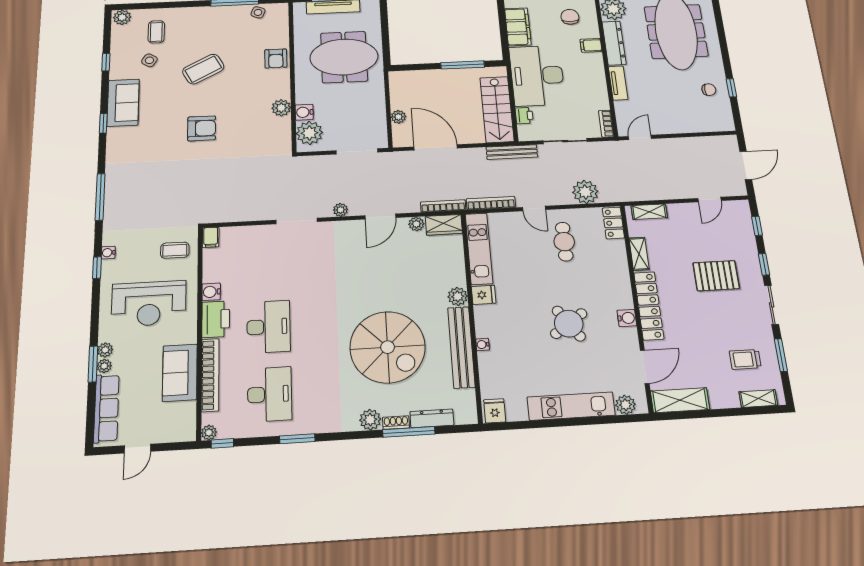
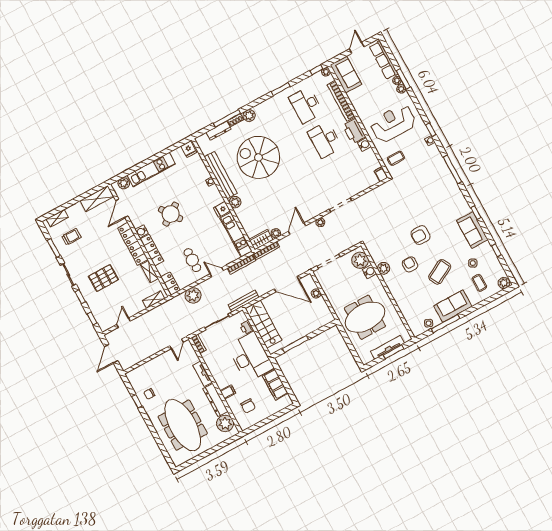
sofa: (211, 19) -> (453, 306), added
armchair: (276, 59) -> (410, 264), moved
locker: (622, 283) -> (152, 250), added
sofa: (180, 373) -> (346, 75), moved

